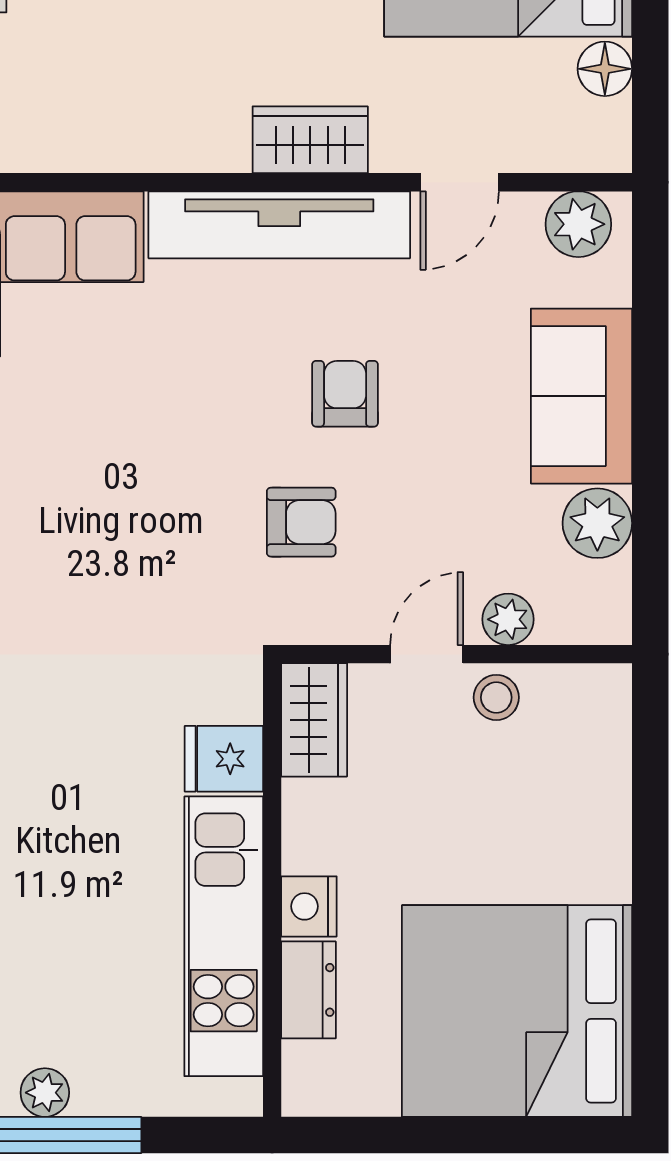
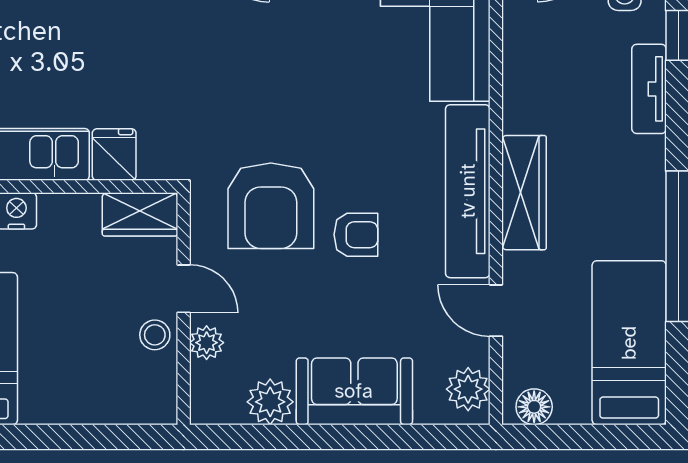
floor lamp: (605, 69) -> (534, 407), moved
wardrobe: (310, 140) -> (524, 193), width x1.50
armchair: (301, 522) -> (271, 206), width x1.88, depth x1.88

